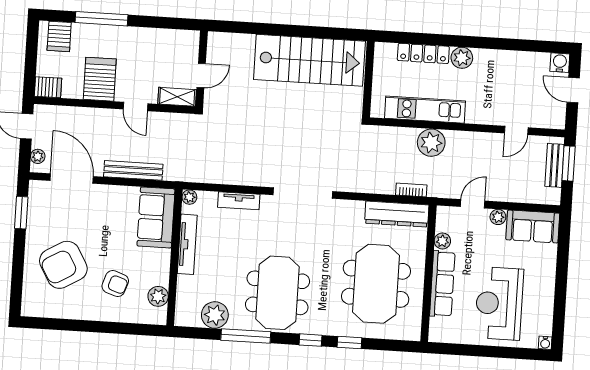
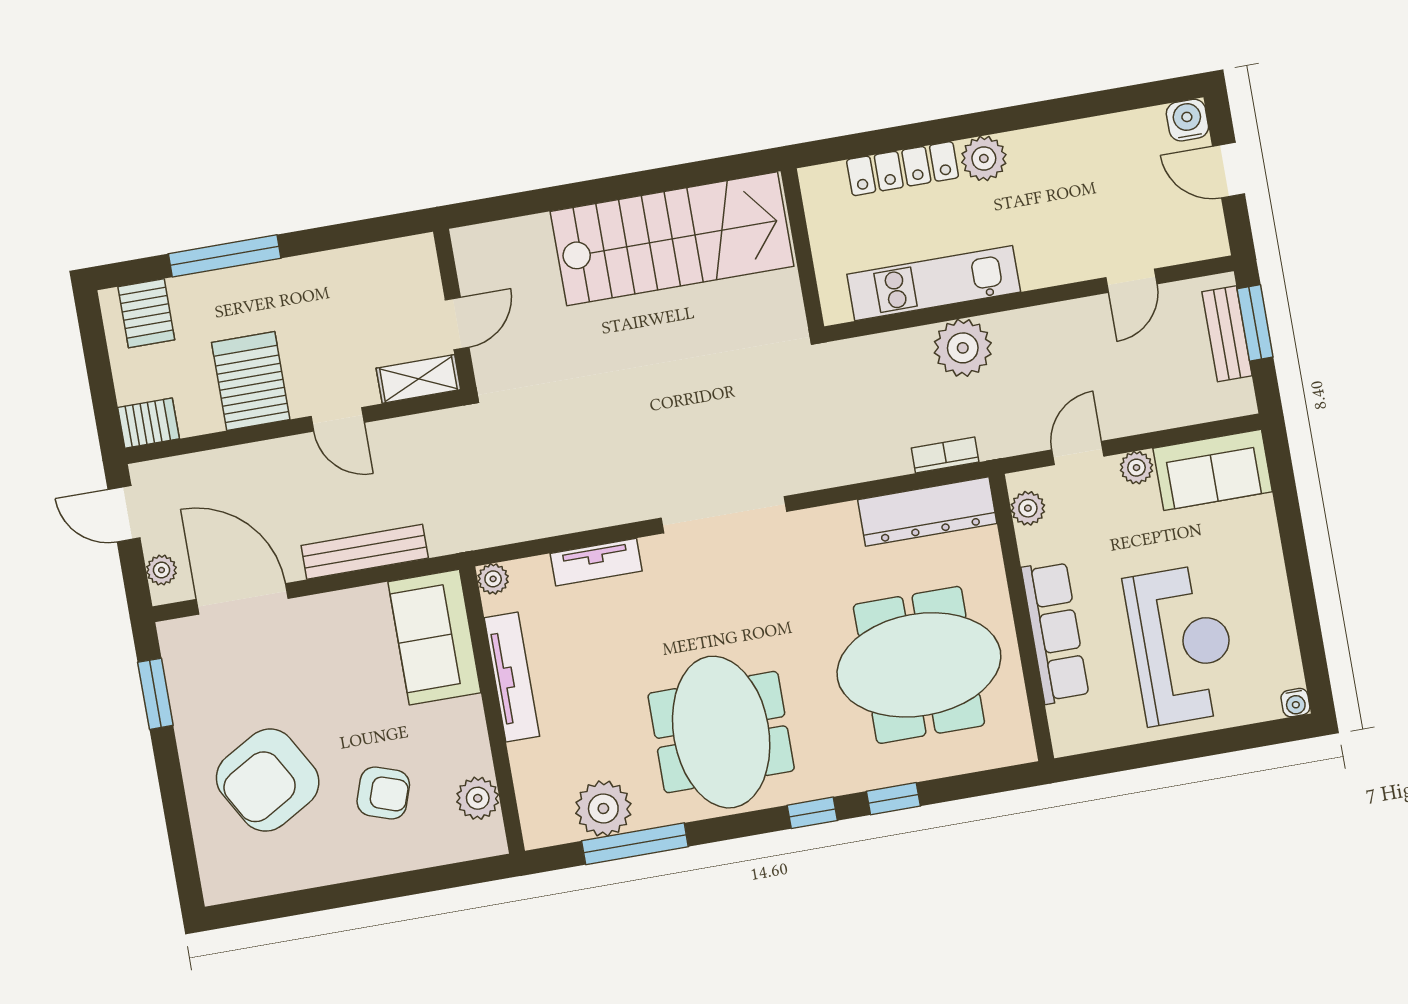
plant: (442, 241) -> (1028, 508), moved
meeting table: (376, 284) -> (919, 665), turned 90
reception desk: (499, 304) -> (1182, 645), turned 180
window: (246, 336) -> (635, 844), moved

